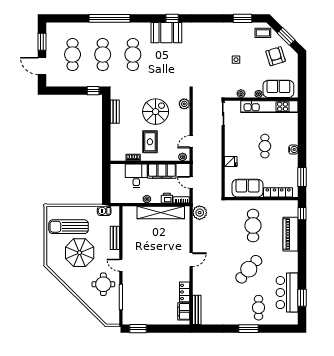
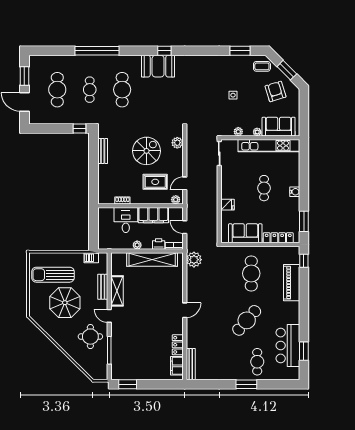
cafe table: (103, 55) -> (90, 90), width x0.73, depth x0.74
rug: (150, 142) -> (155, 182), moved, turned 90
shelving: (128, 242) -> (117, 291), added

